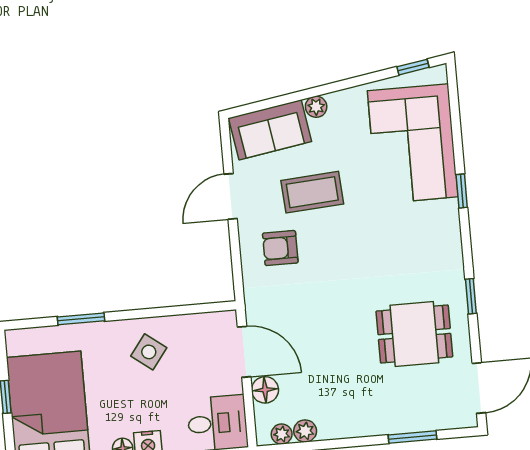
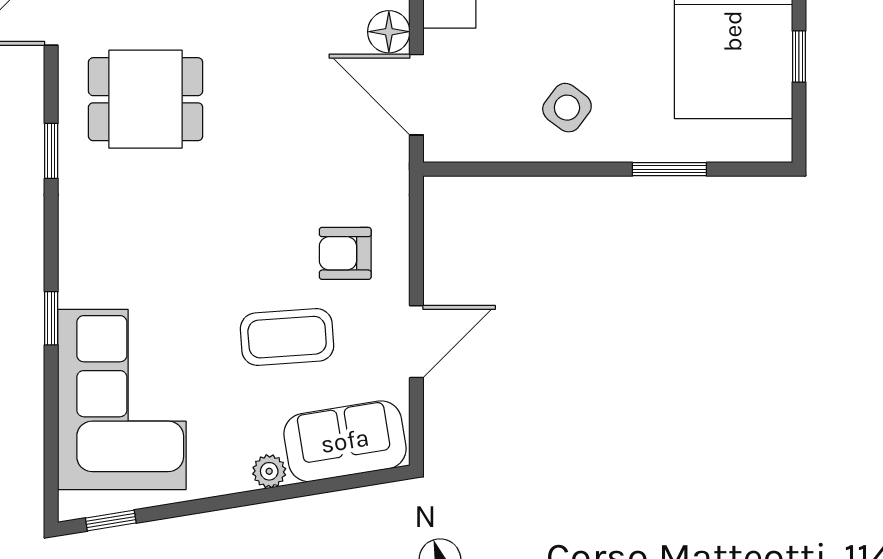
armchair: (280, 248) -> (345, 253), turned 180

